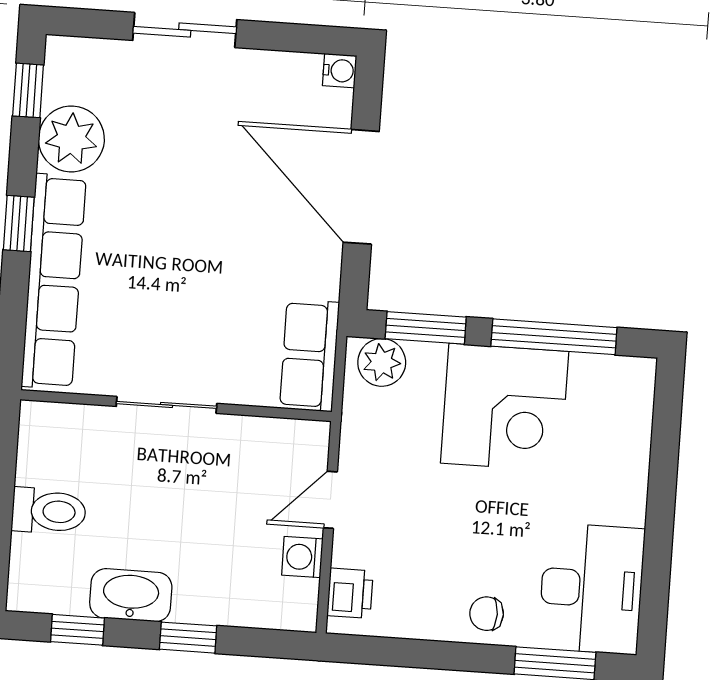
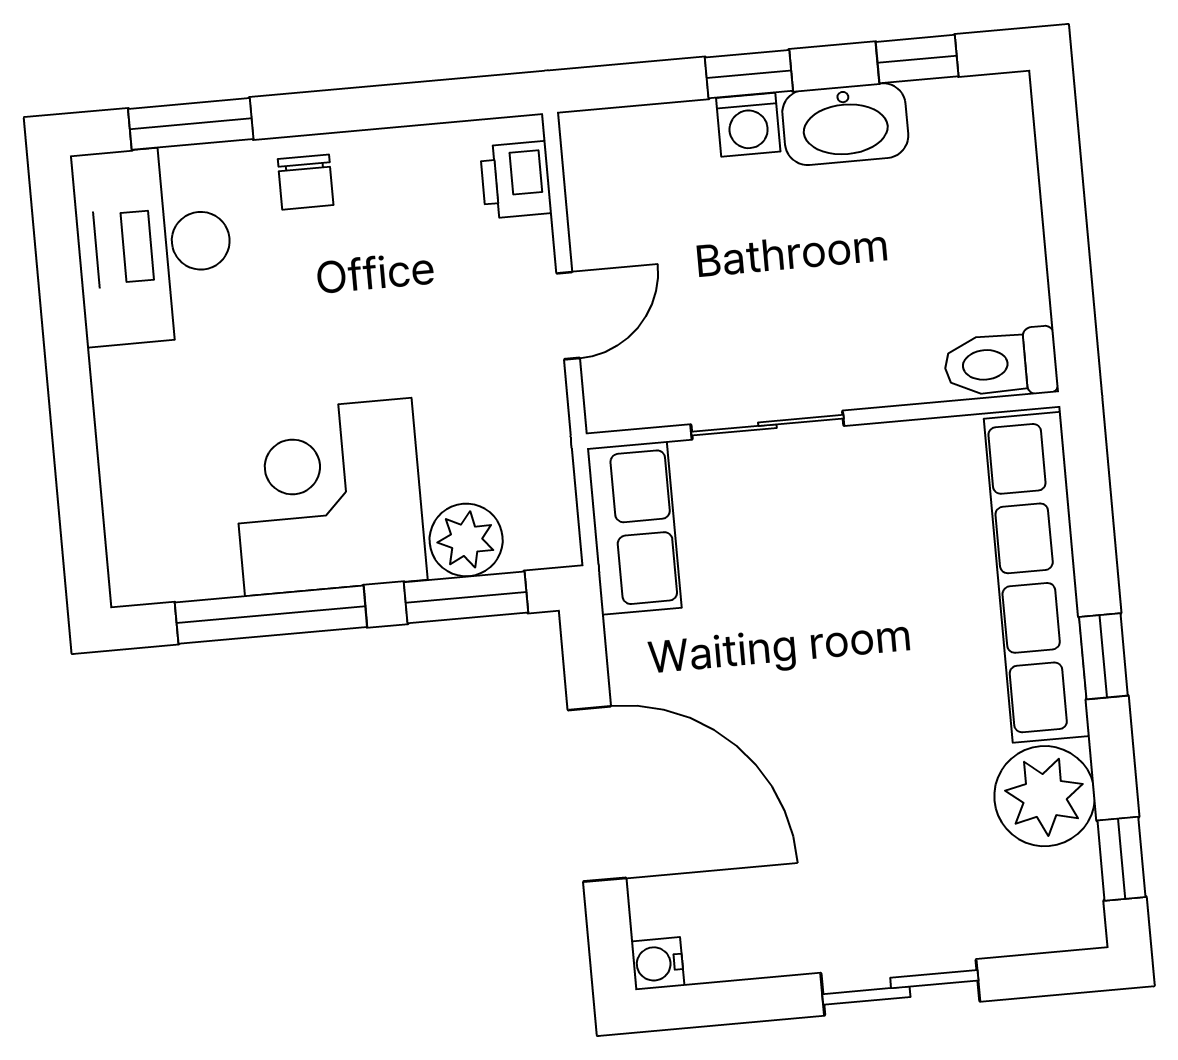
plant: (382, 362) -> (466, 540), moved
sliding door: (166, 405) -> (767, 425), moved
toilet: (49, 511) -> (1001, 364), moved
washing machine: (302, 557) -> (748, 125), moved, turned 90
chair: (487, 614) -> (306, 182), turned 90

